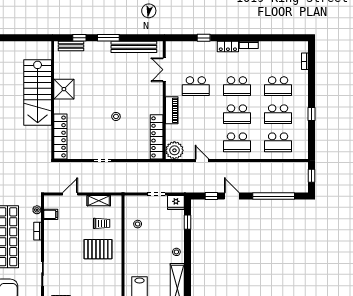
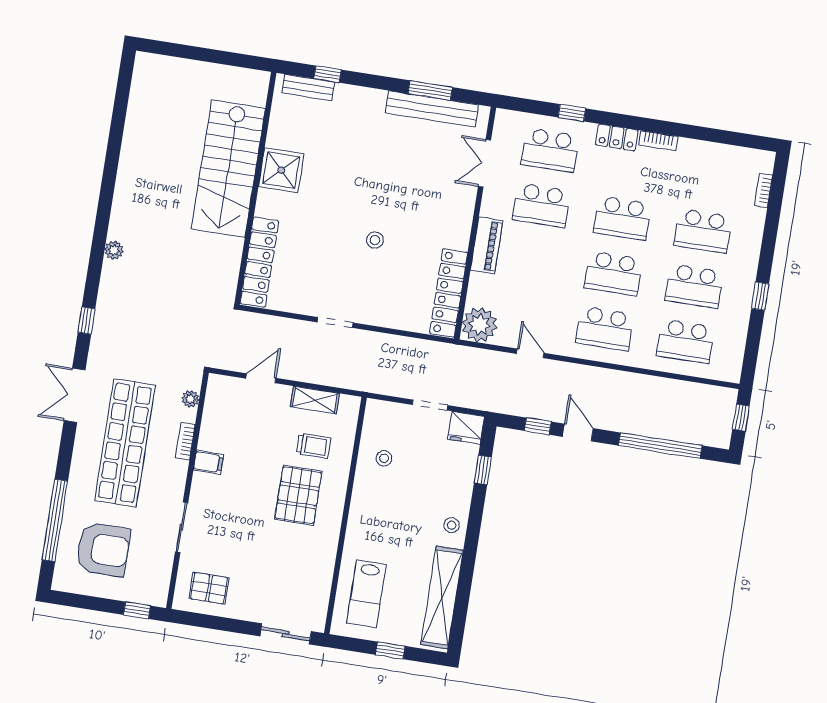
window: (108, 38) -> (430, 90), moved
school desk: (196, 58) -> (550, 150), added
filing cabinet: (51, 214) -> (208, 462), moved
pallet: (98, 249) -> (298, 495), turned 90

